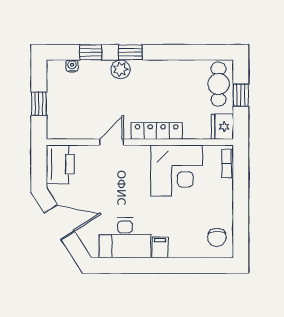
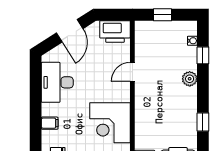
window: (130, 52) -> (203, 122), moved
locker: (157, 131) -> (141, 107), removed
door: (112, 142) -> (132, 72), swing flipped
filing cabinet: (160, 248) -> (50, 123), moved

